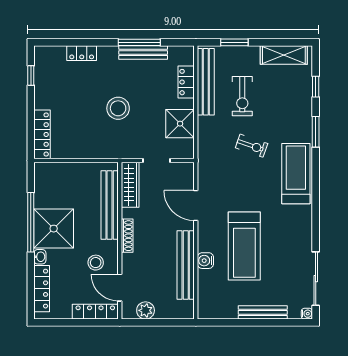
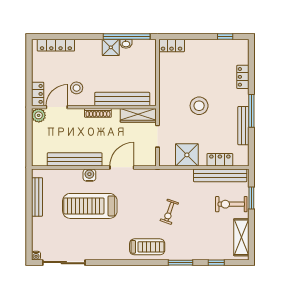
window: (139, 42) -> (251, 111), moved
exercise bike: (242, 96) -> (231, 204), moved
locker: (42, 134) -> (172, 45), width x0.66
treadmill: (296, 174) -> (147, 247), width x0.73, depth x0.73
window: (31, 222) -> (127, 36), moved
shower: (54, 229) -> (111, 47), width x0.54, depth x0.54
washbasin: (40, 257) -> (126, 44), moved
water cooler: (205, 261) -> (89, 175), moved
plant: (146, 310) -> (39, 115), moved
locker: (95, 312) -> (38, 94), width x0.66
bench: (263, 312) -> (37, 197), moved

